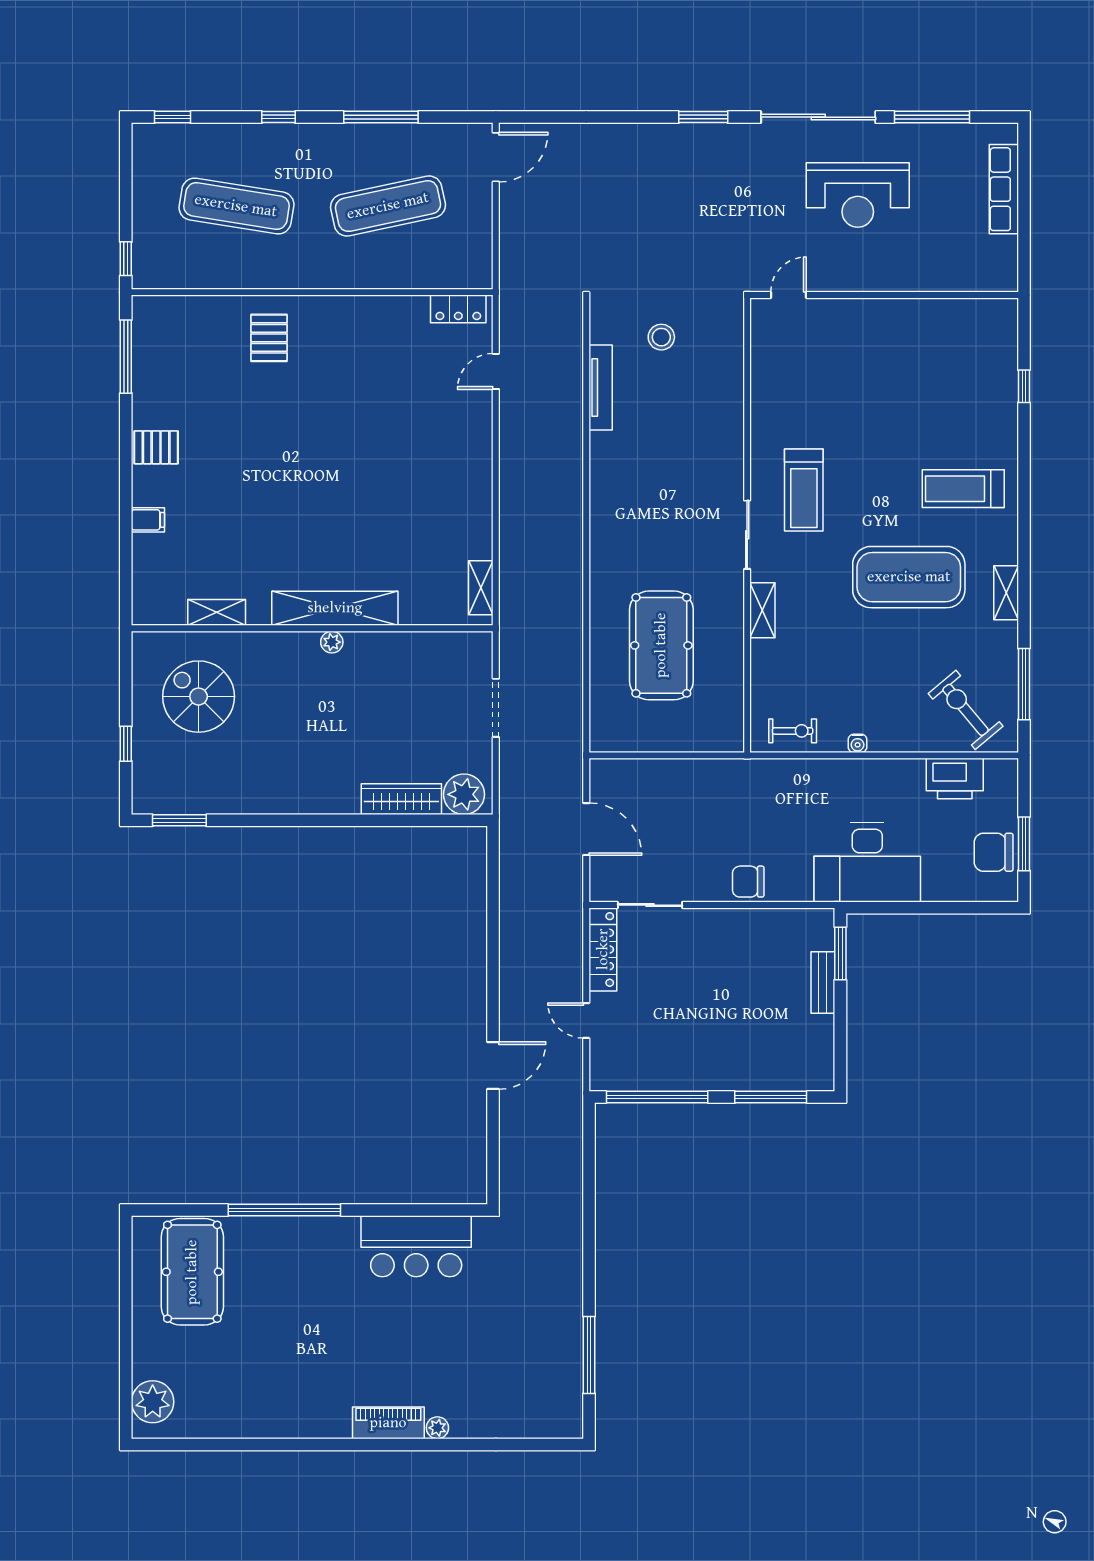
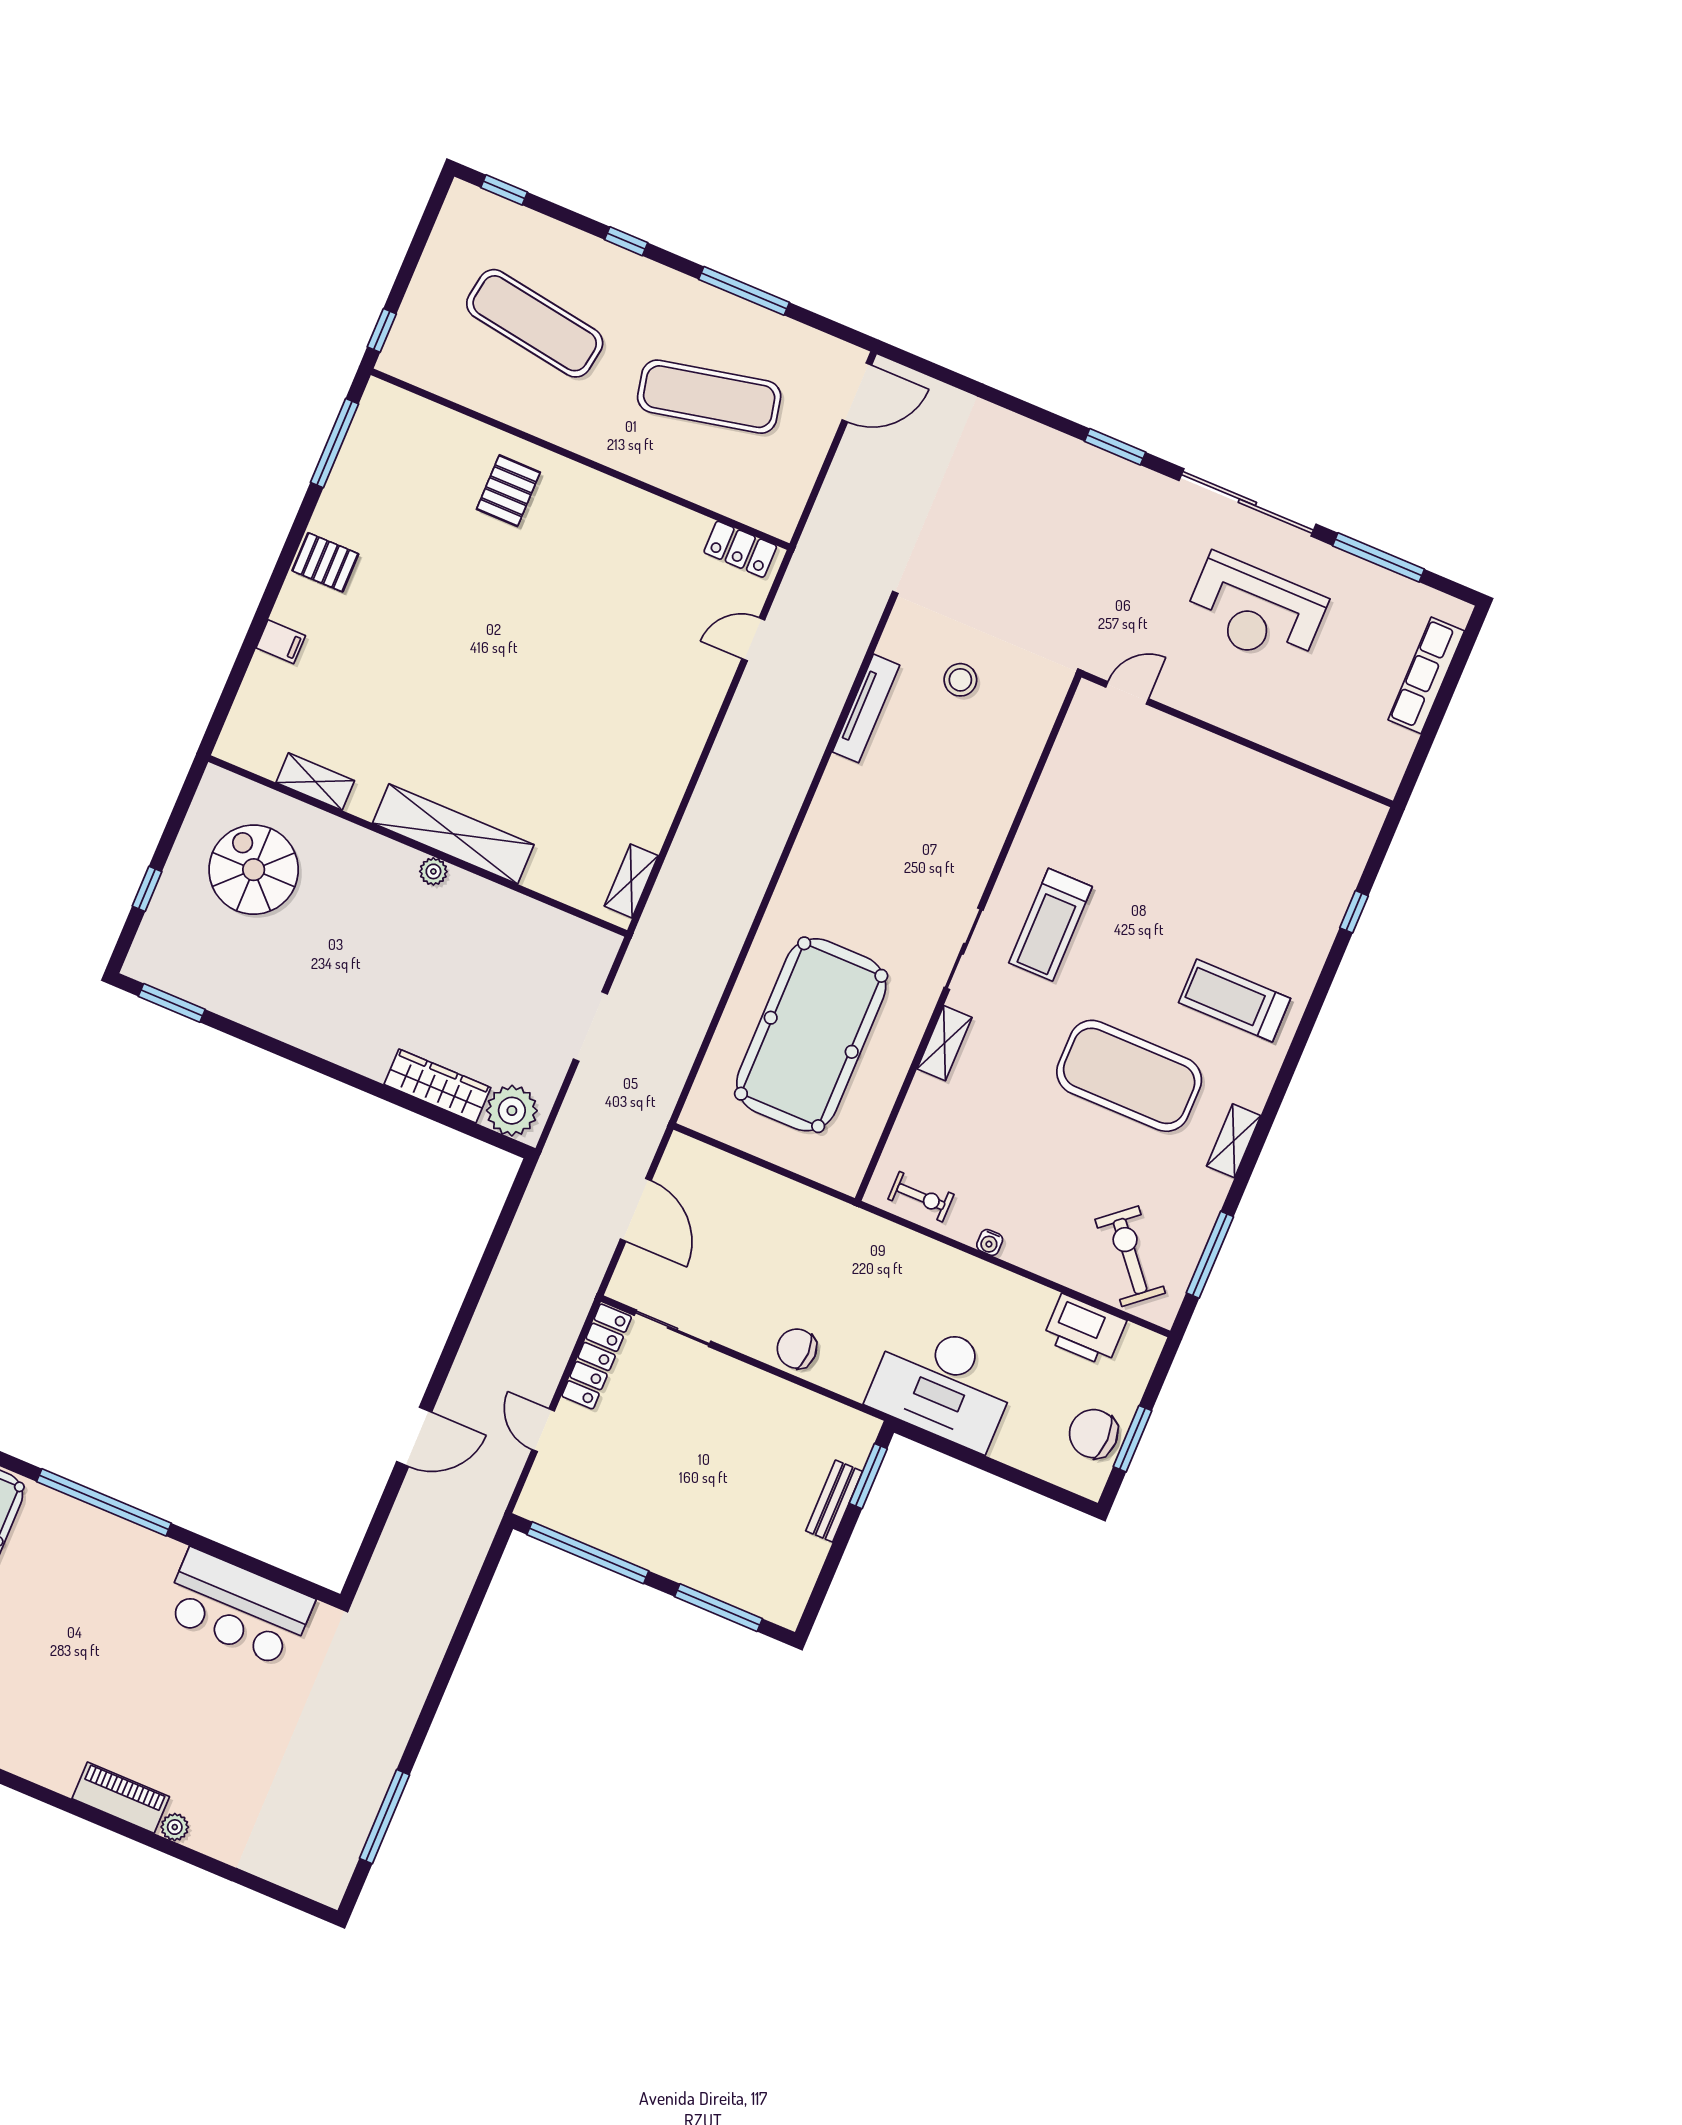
pool table: (661, 645) -> (811, 1035), width x1.36, depth x1.32

